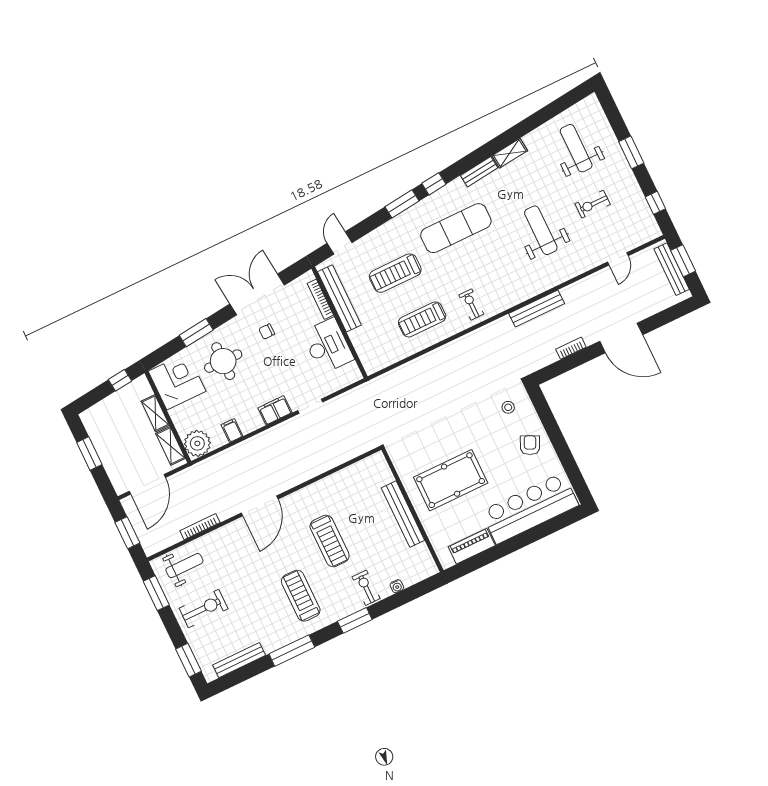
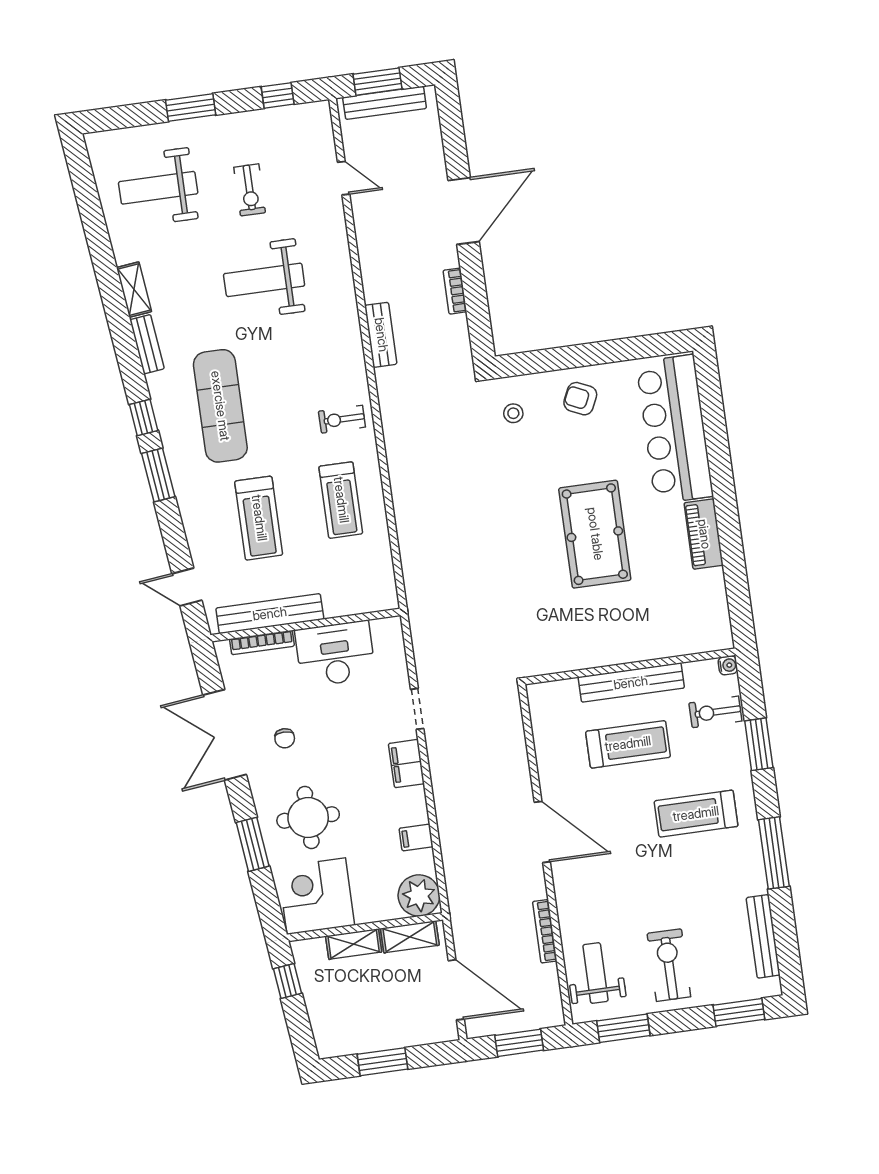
bench: (537, 308) -> (381, 335), width x0.73
wall: (412, 510) -> (630, 666), moved
bench: (403, 514) -> (631, 683), moved

